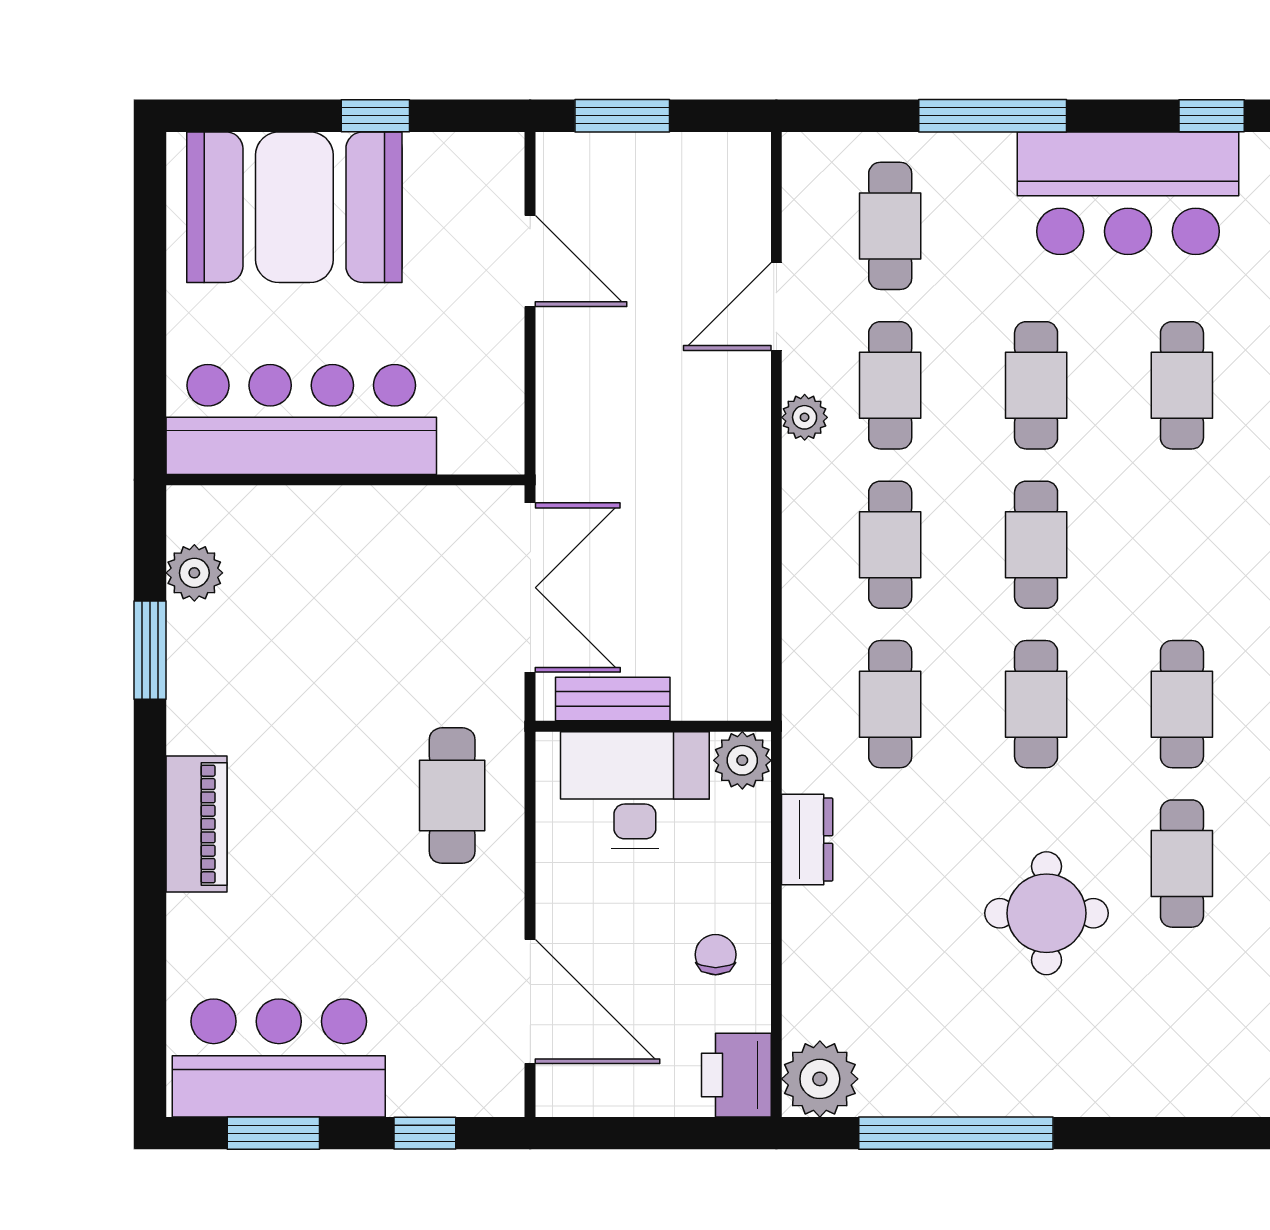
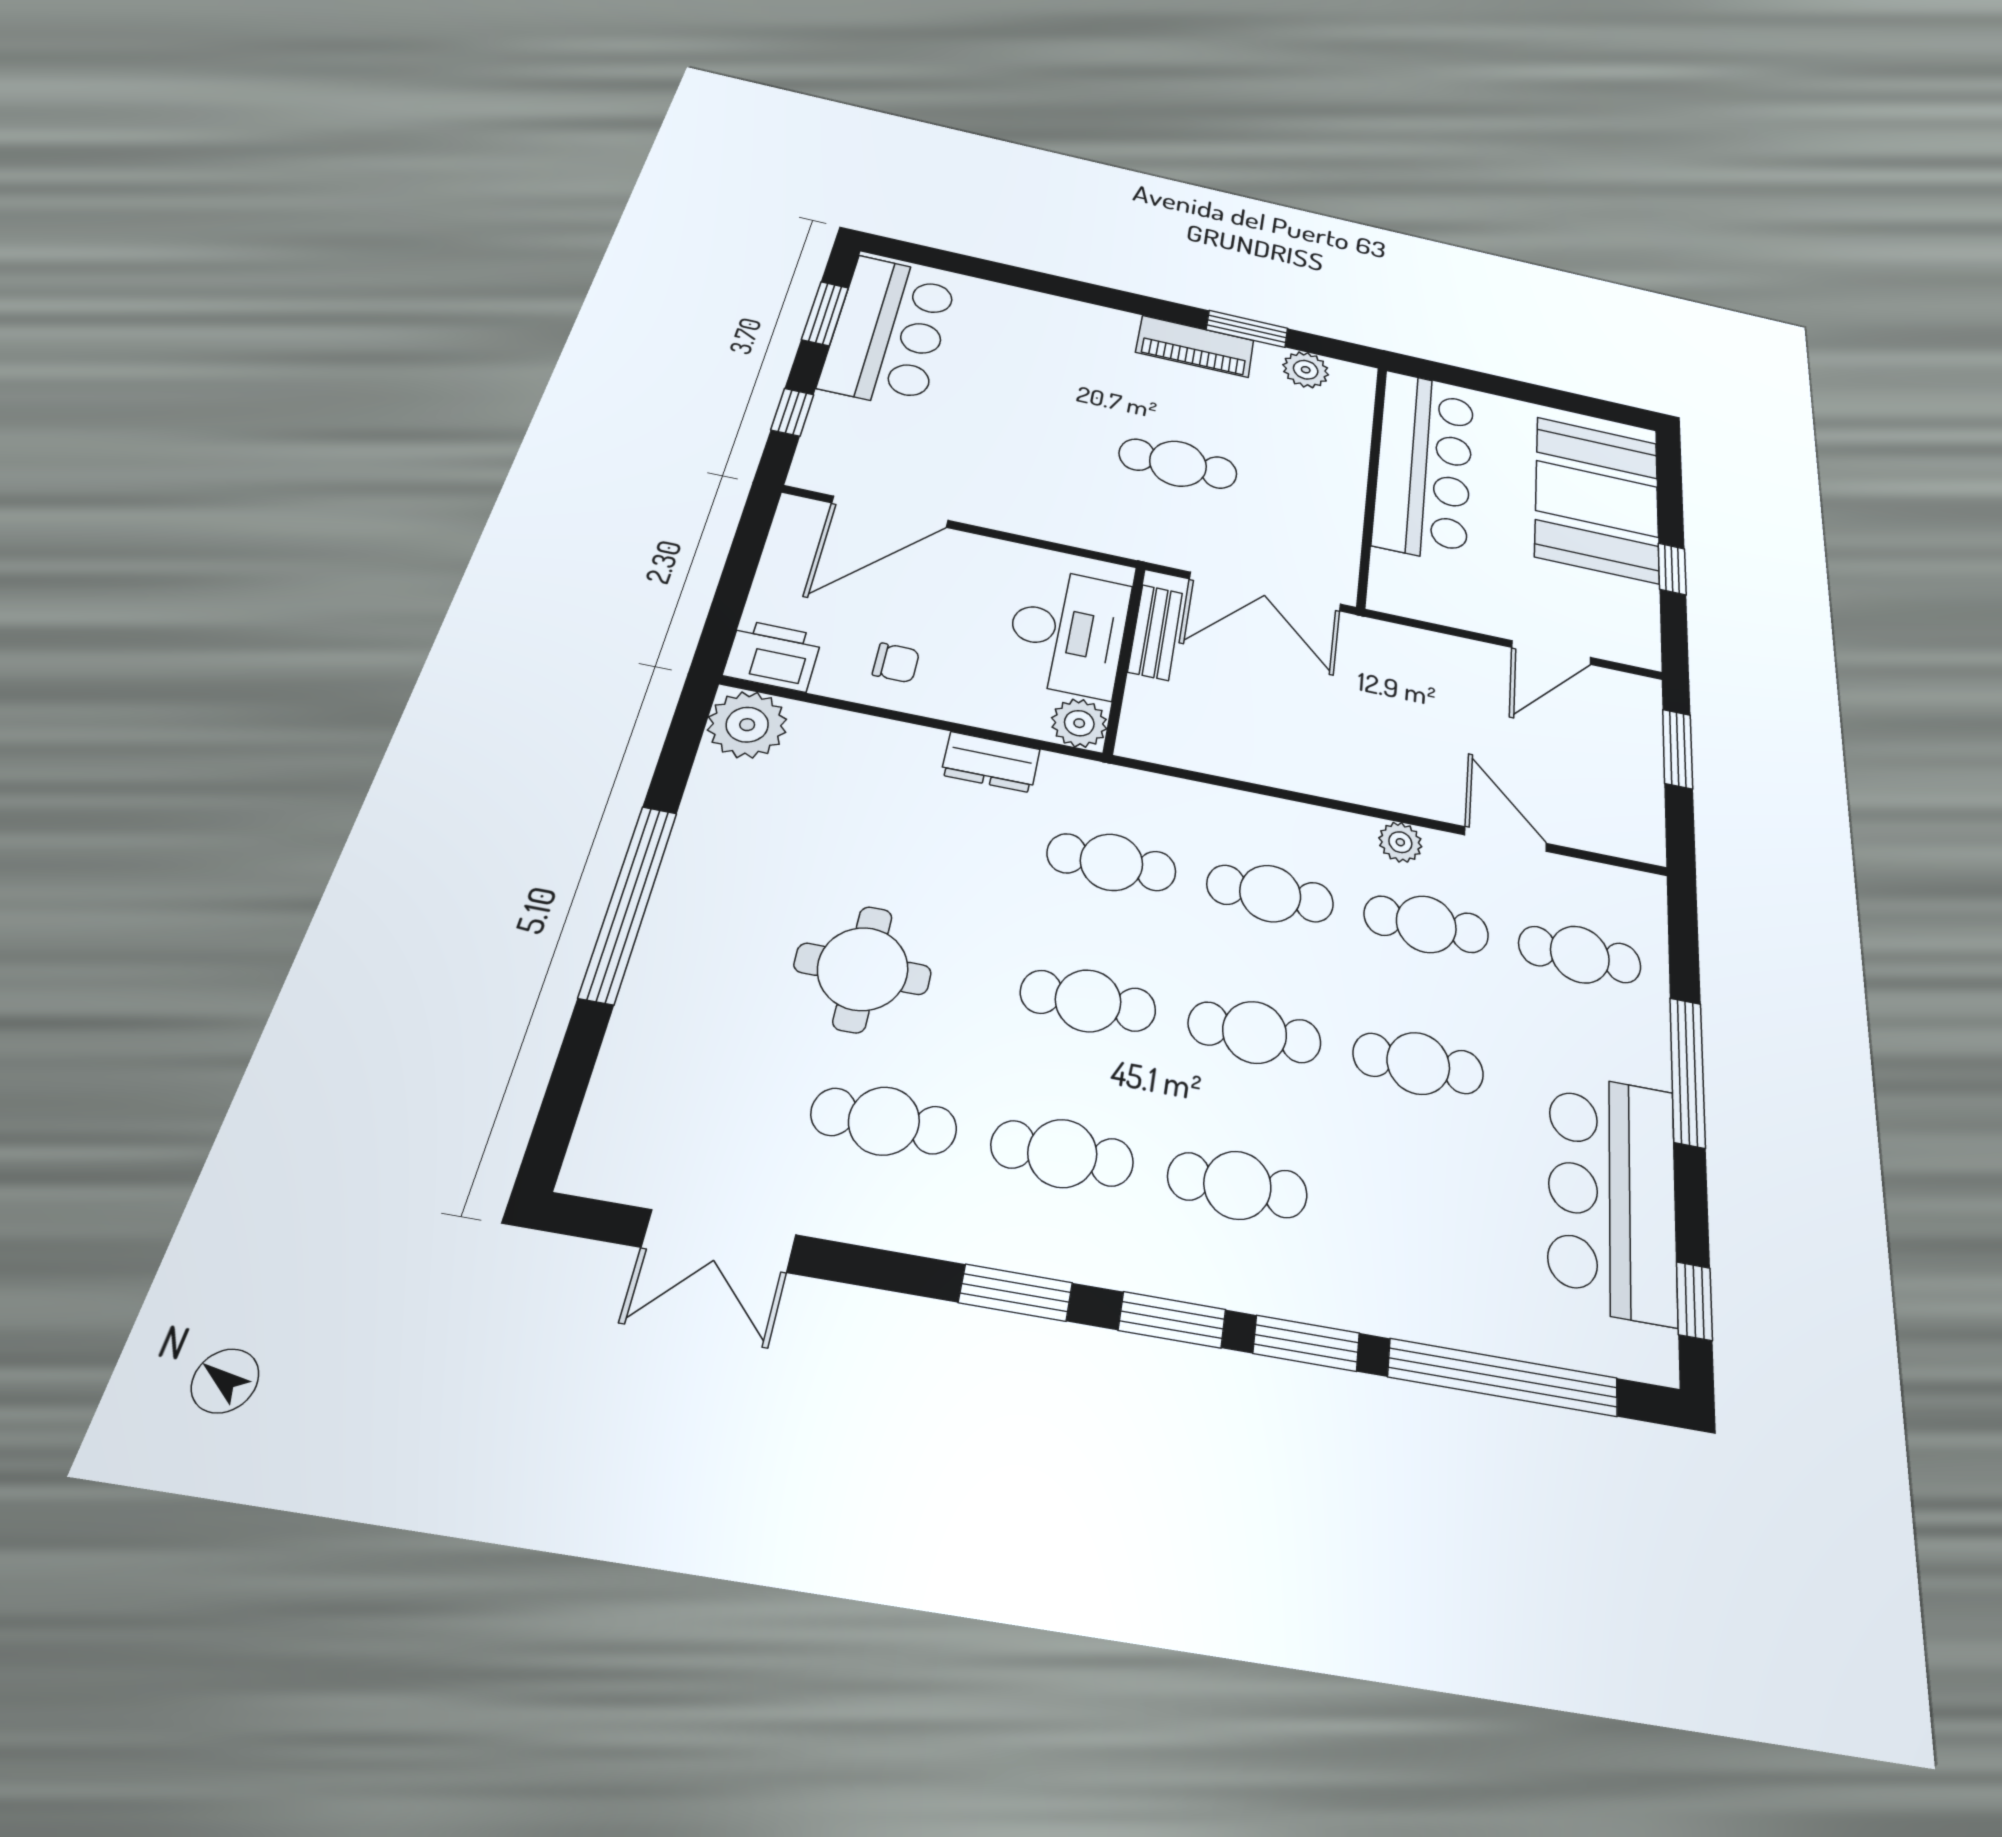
cafe table: (1182, 385) -> (1237, 1185), moved
cafe table: (452, 796) -> (1178, 464), moved
piano: (197, 824) -> (1195, 346), moved
window: (956, 1133) -> (629, 903), moved

